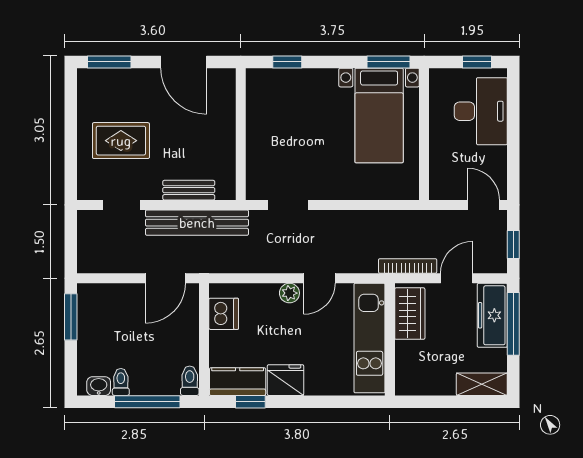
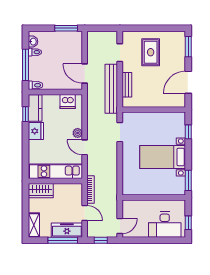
bed with nightstands: (379, 115) -> (163, 157), moved
wardrobe: (410, 314) -> (41, 191), moved

